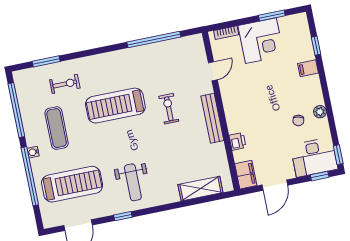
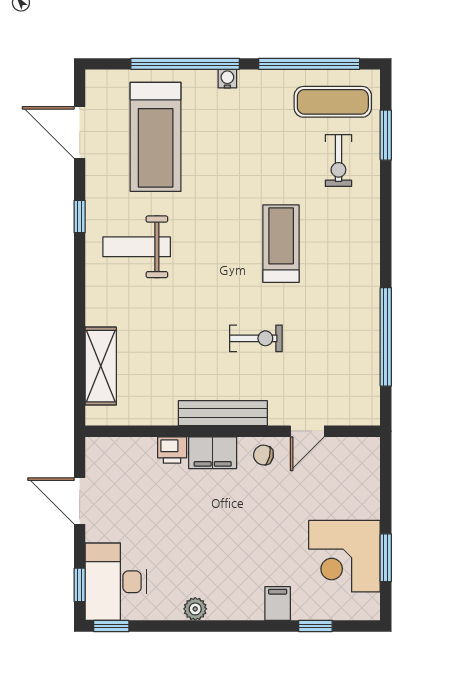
bookcase: (226, 33) -> (371, 469), removed
corner desk: (261, 41) -> (344, 556), moved
door: (213, 71) -> (307, 431), hinge flipped
treadmill: (115, 106) -> (281, 244), width x0.73, depth x0.73
chair: (298, 120) -> (263, 455), moved
exercise mat: (57, 128) -> (333, 102), moved
filing cabinet: (246, 175) -> (213, 453), moved

